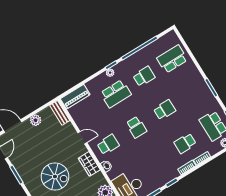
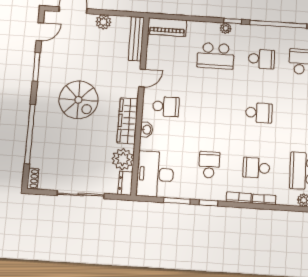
bench: (60, 113) -> (136, 39), width x1.36
school desk: (136, 127) -> (209, 165), moved, turned 180
door: (82, 138) -> (142, 78), hinge flipped
wardrobe: (89, 164) -> (128, 121), width x1.50

